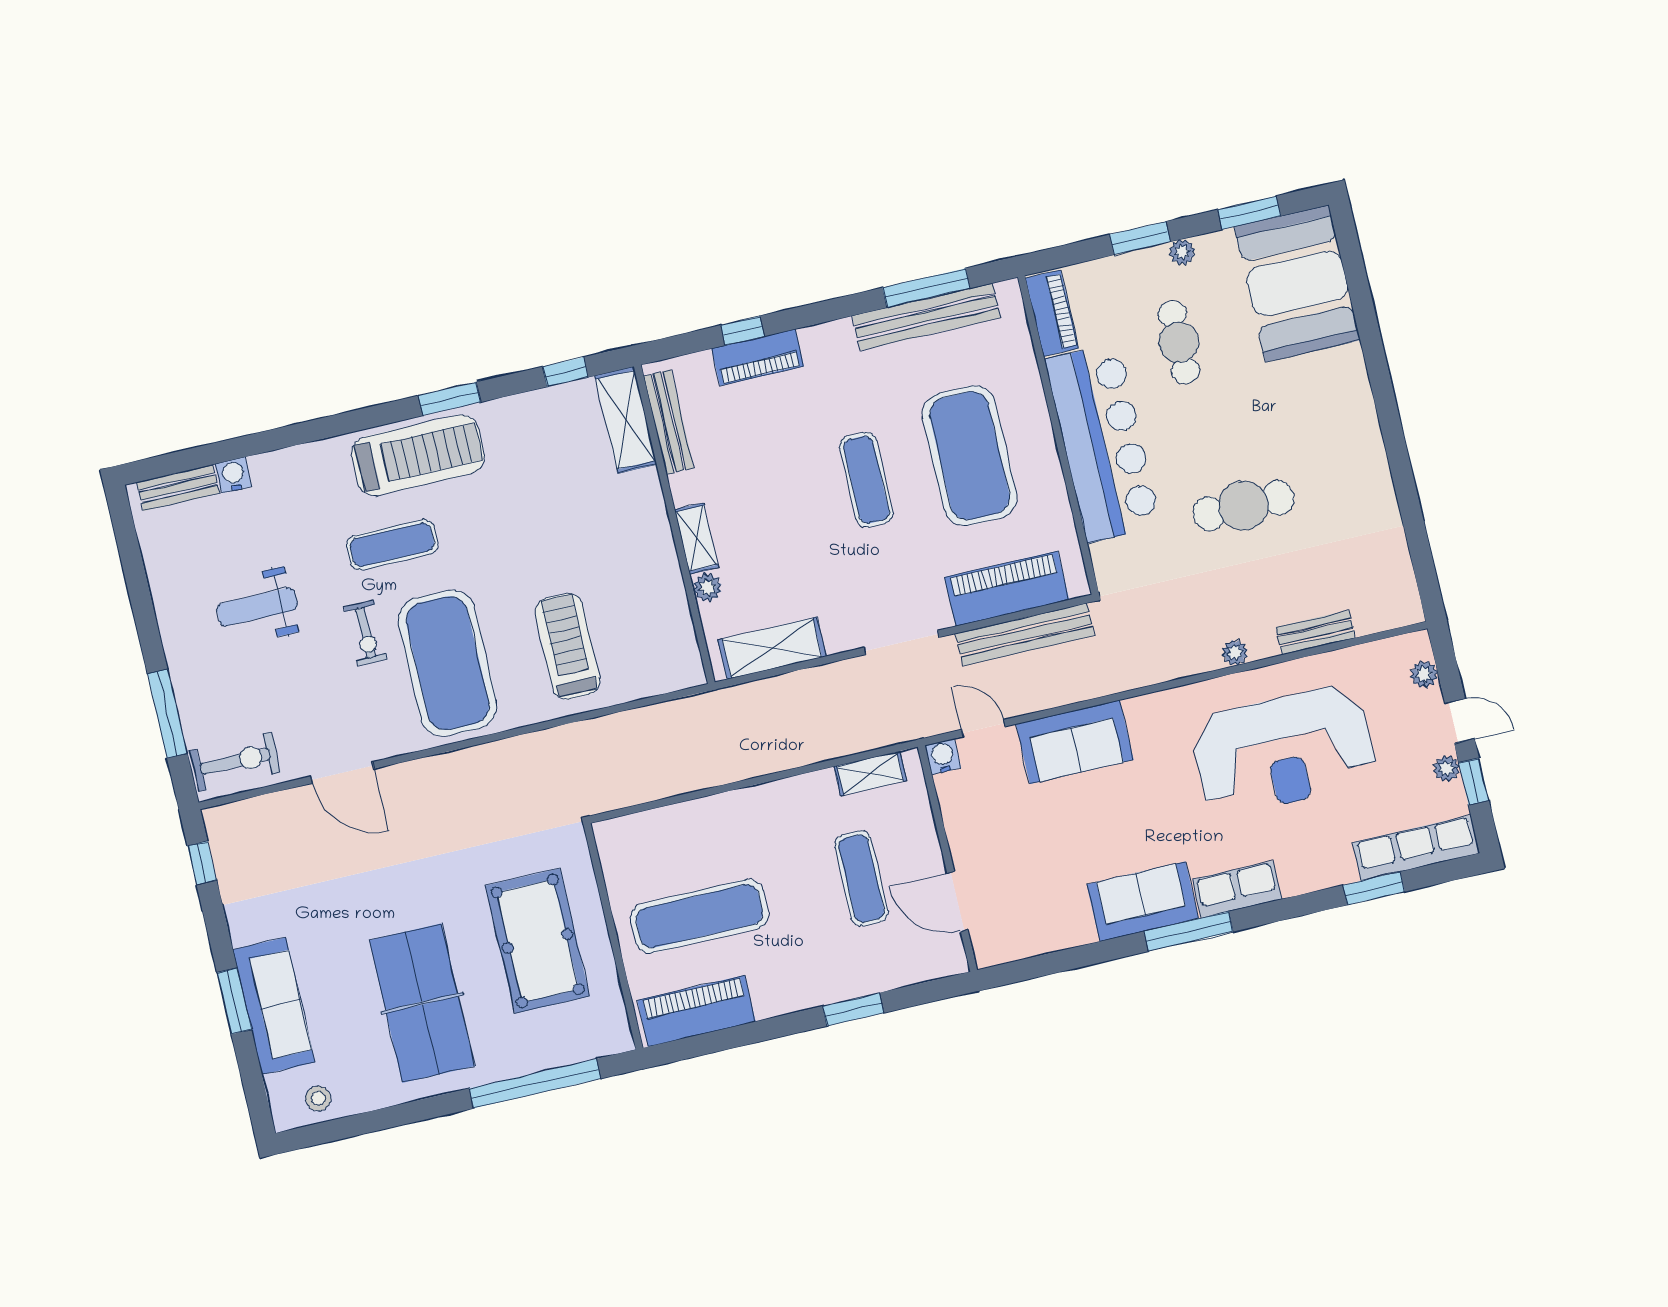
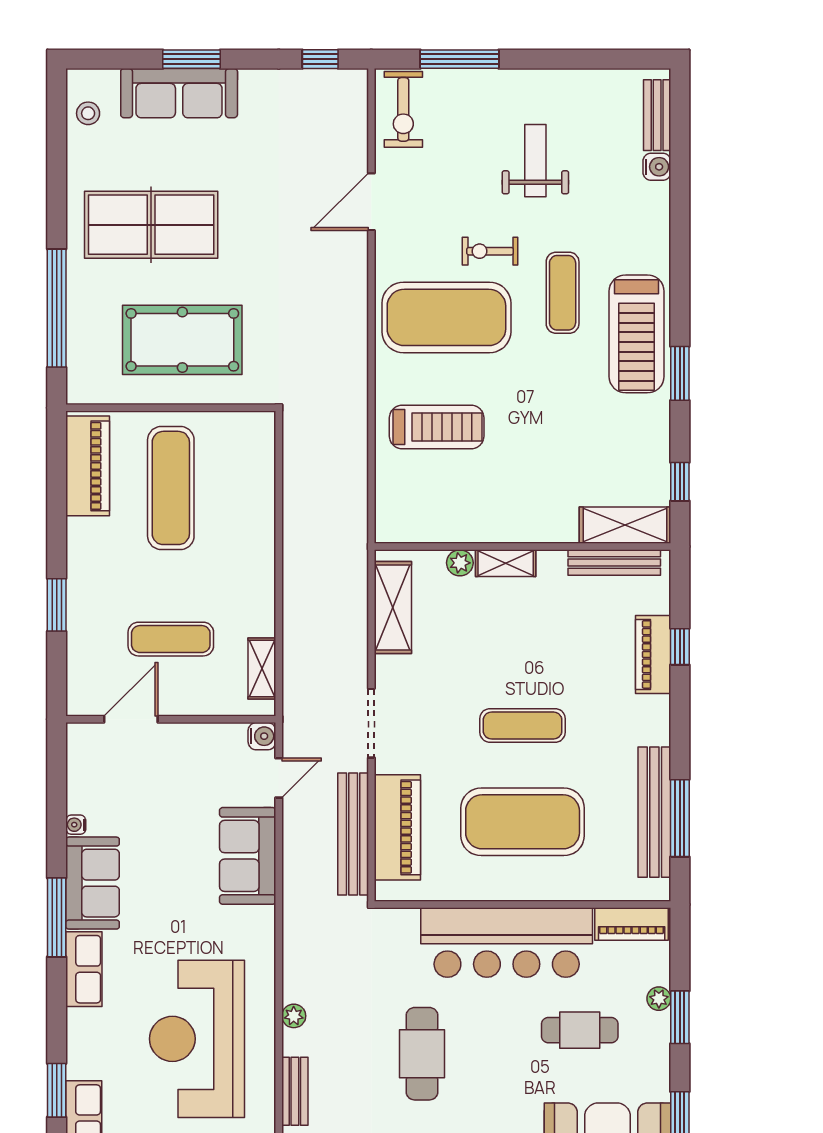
plant: (1182, 252) -> (659, 999), moved
water cooler: (1084, 934) -> (76, 825), added

